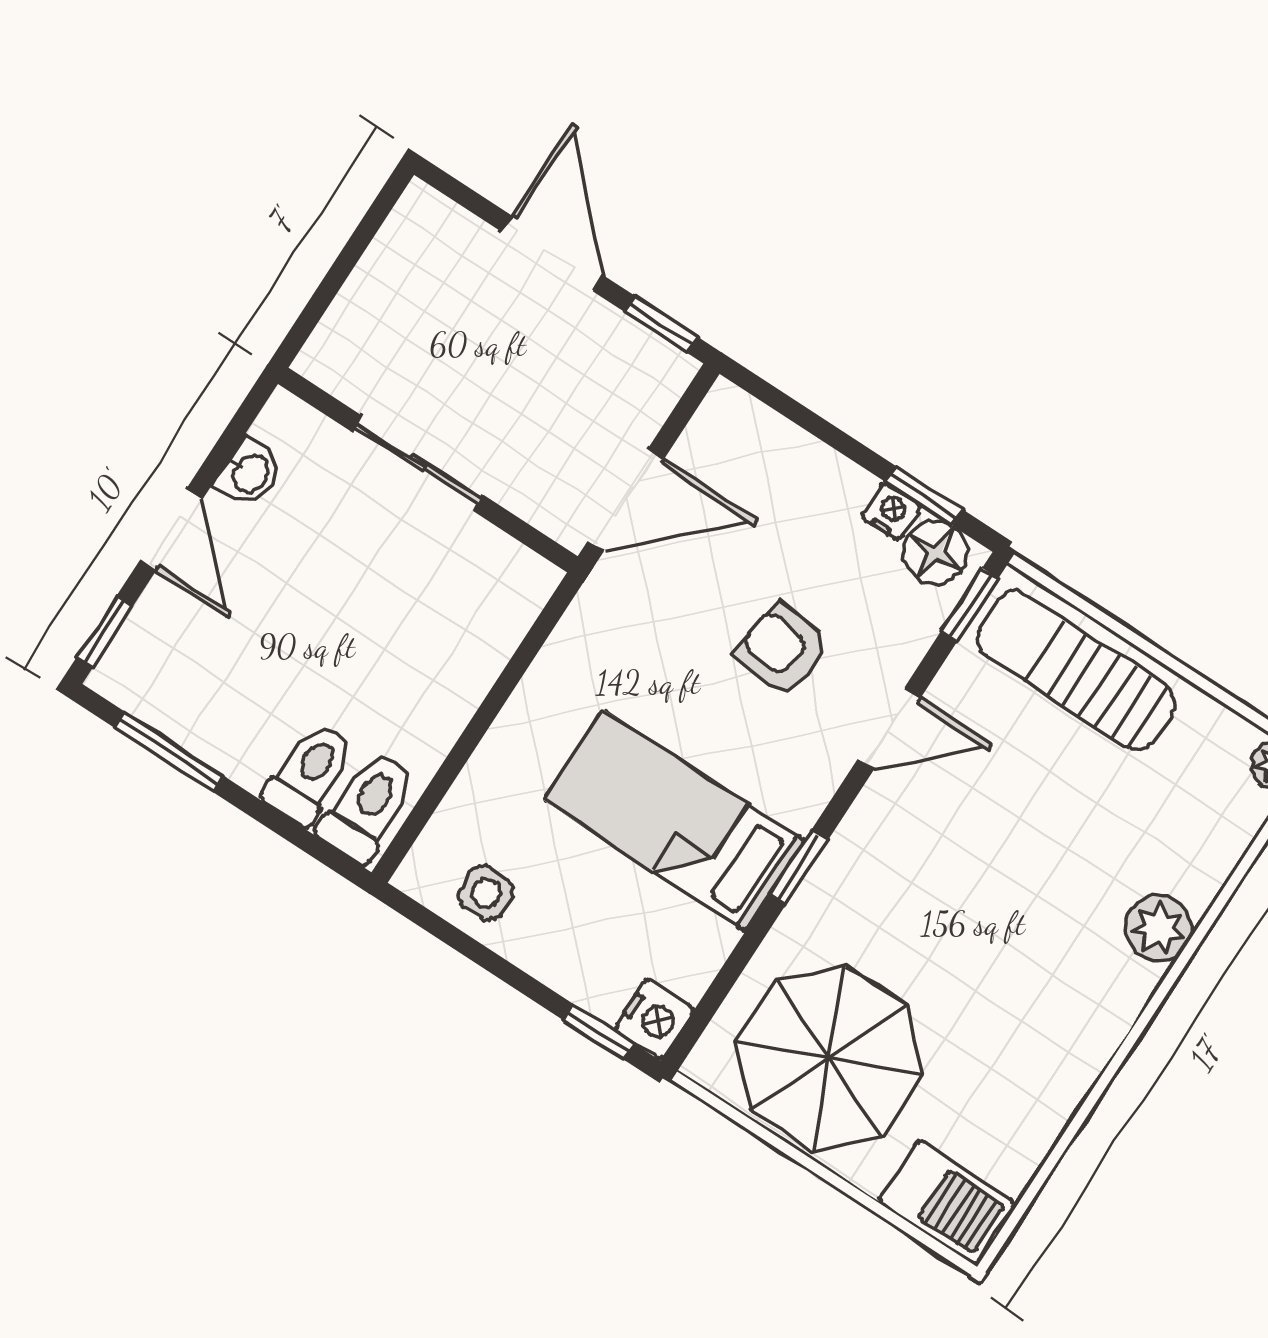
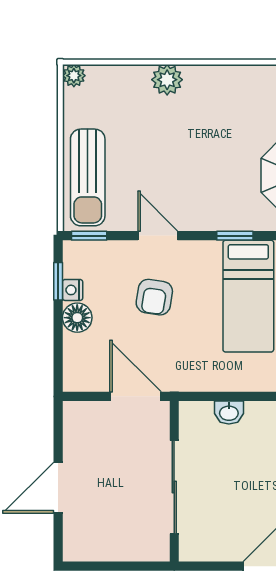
window: (661, 324) -> (58, 427), removed
sliding door: (417, 463) -> (174, 487), width x1.37
washbasin: (250, 473) -> (229, 413), moved, turned 180
floor lamp: (935, 552) -> (77, 318), moved

